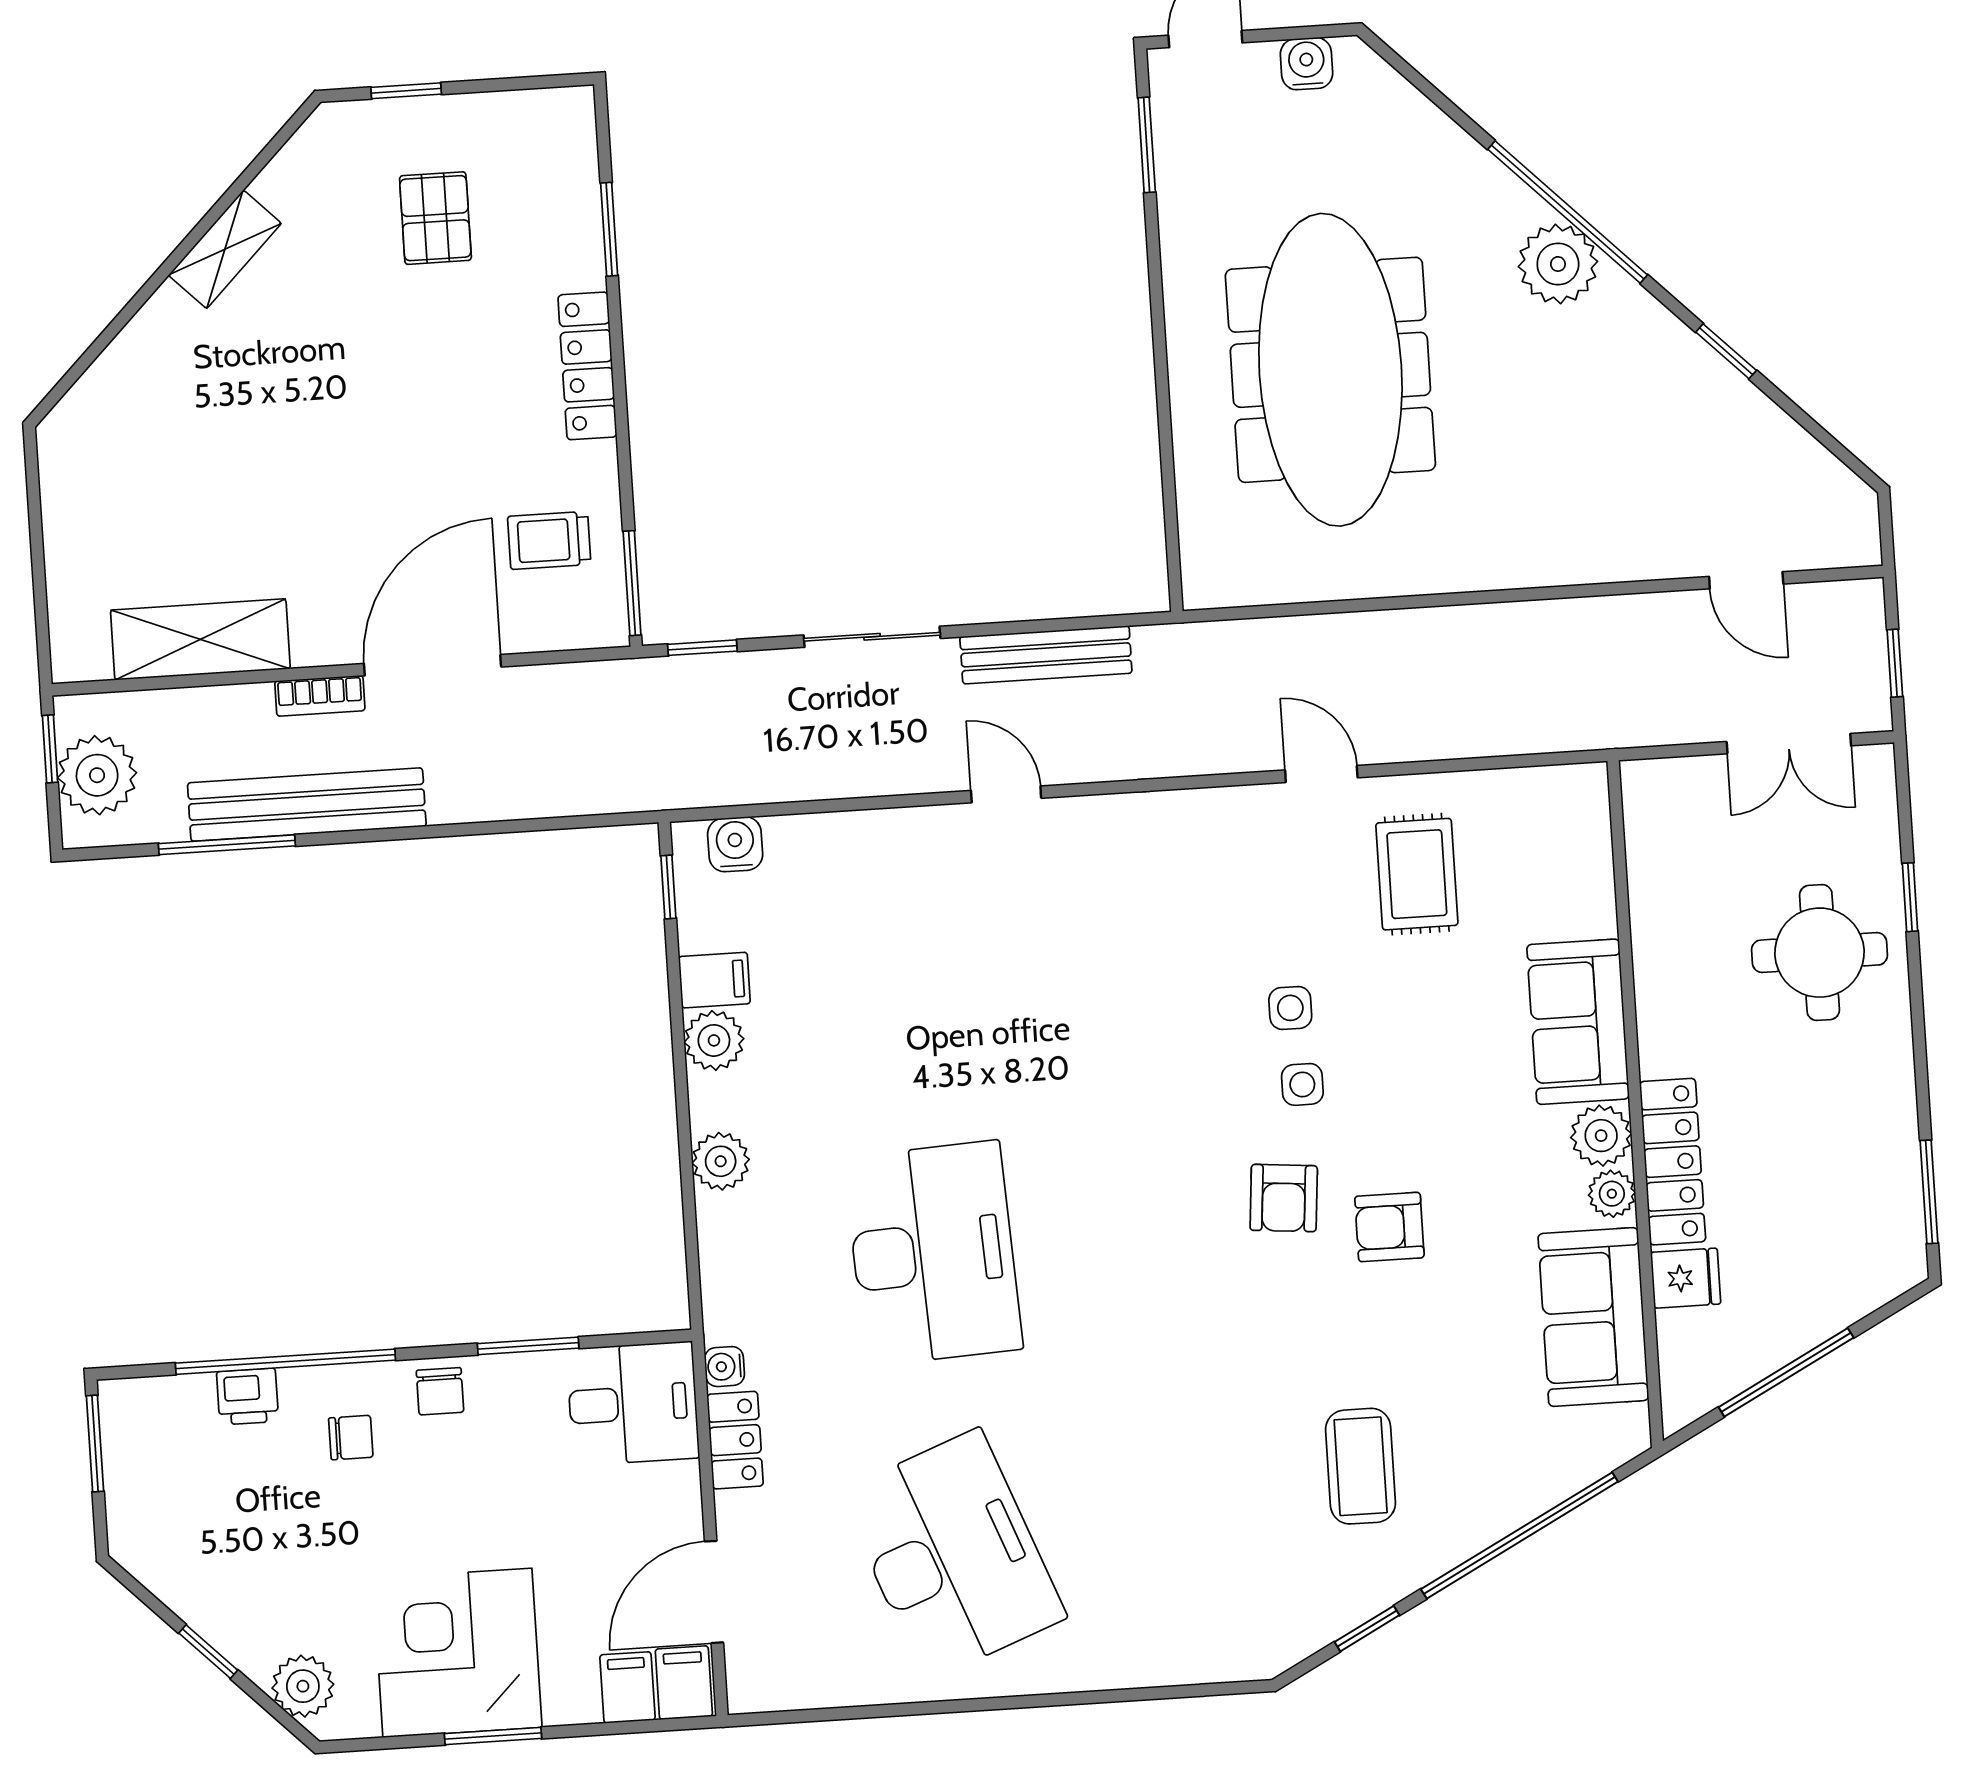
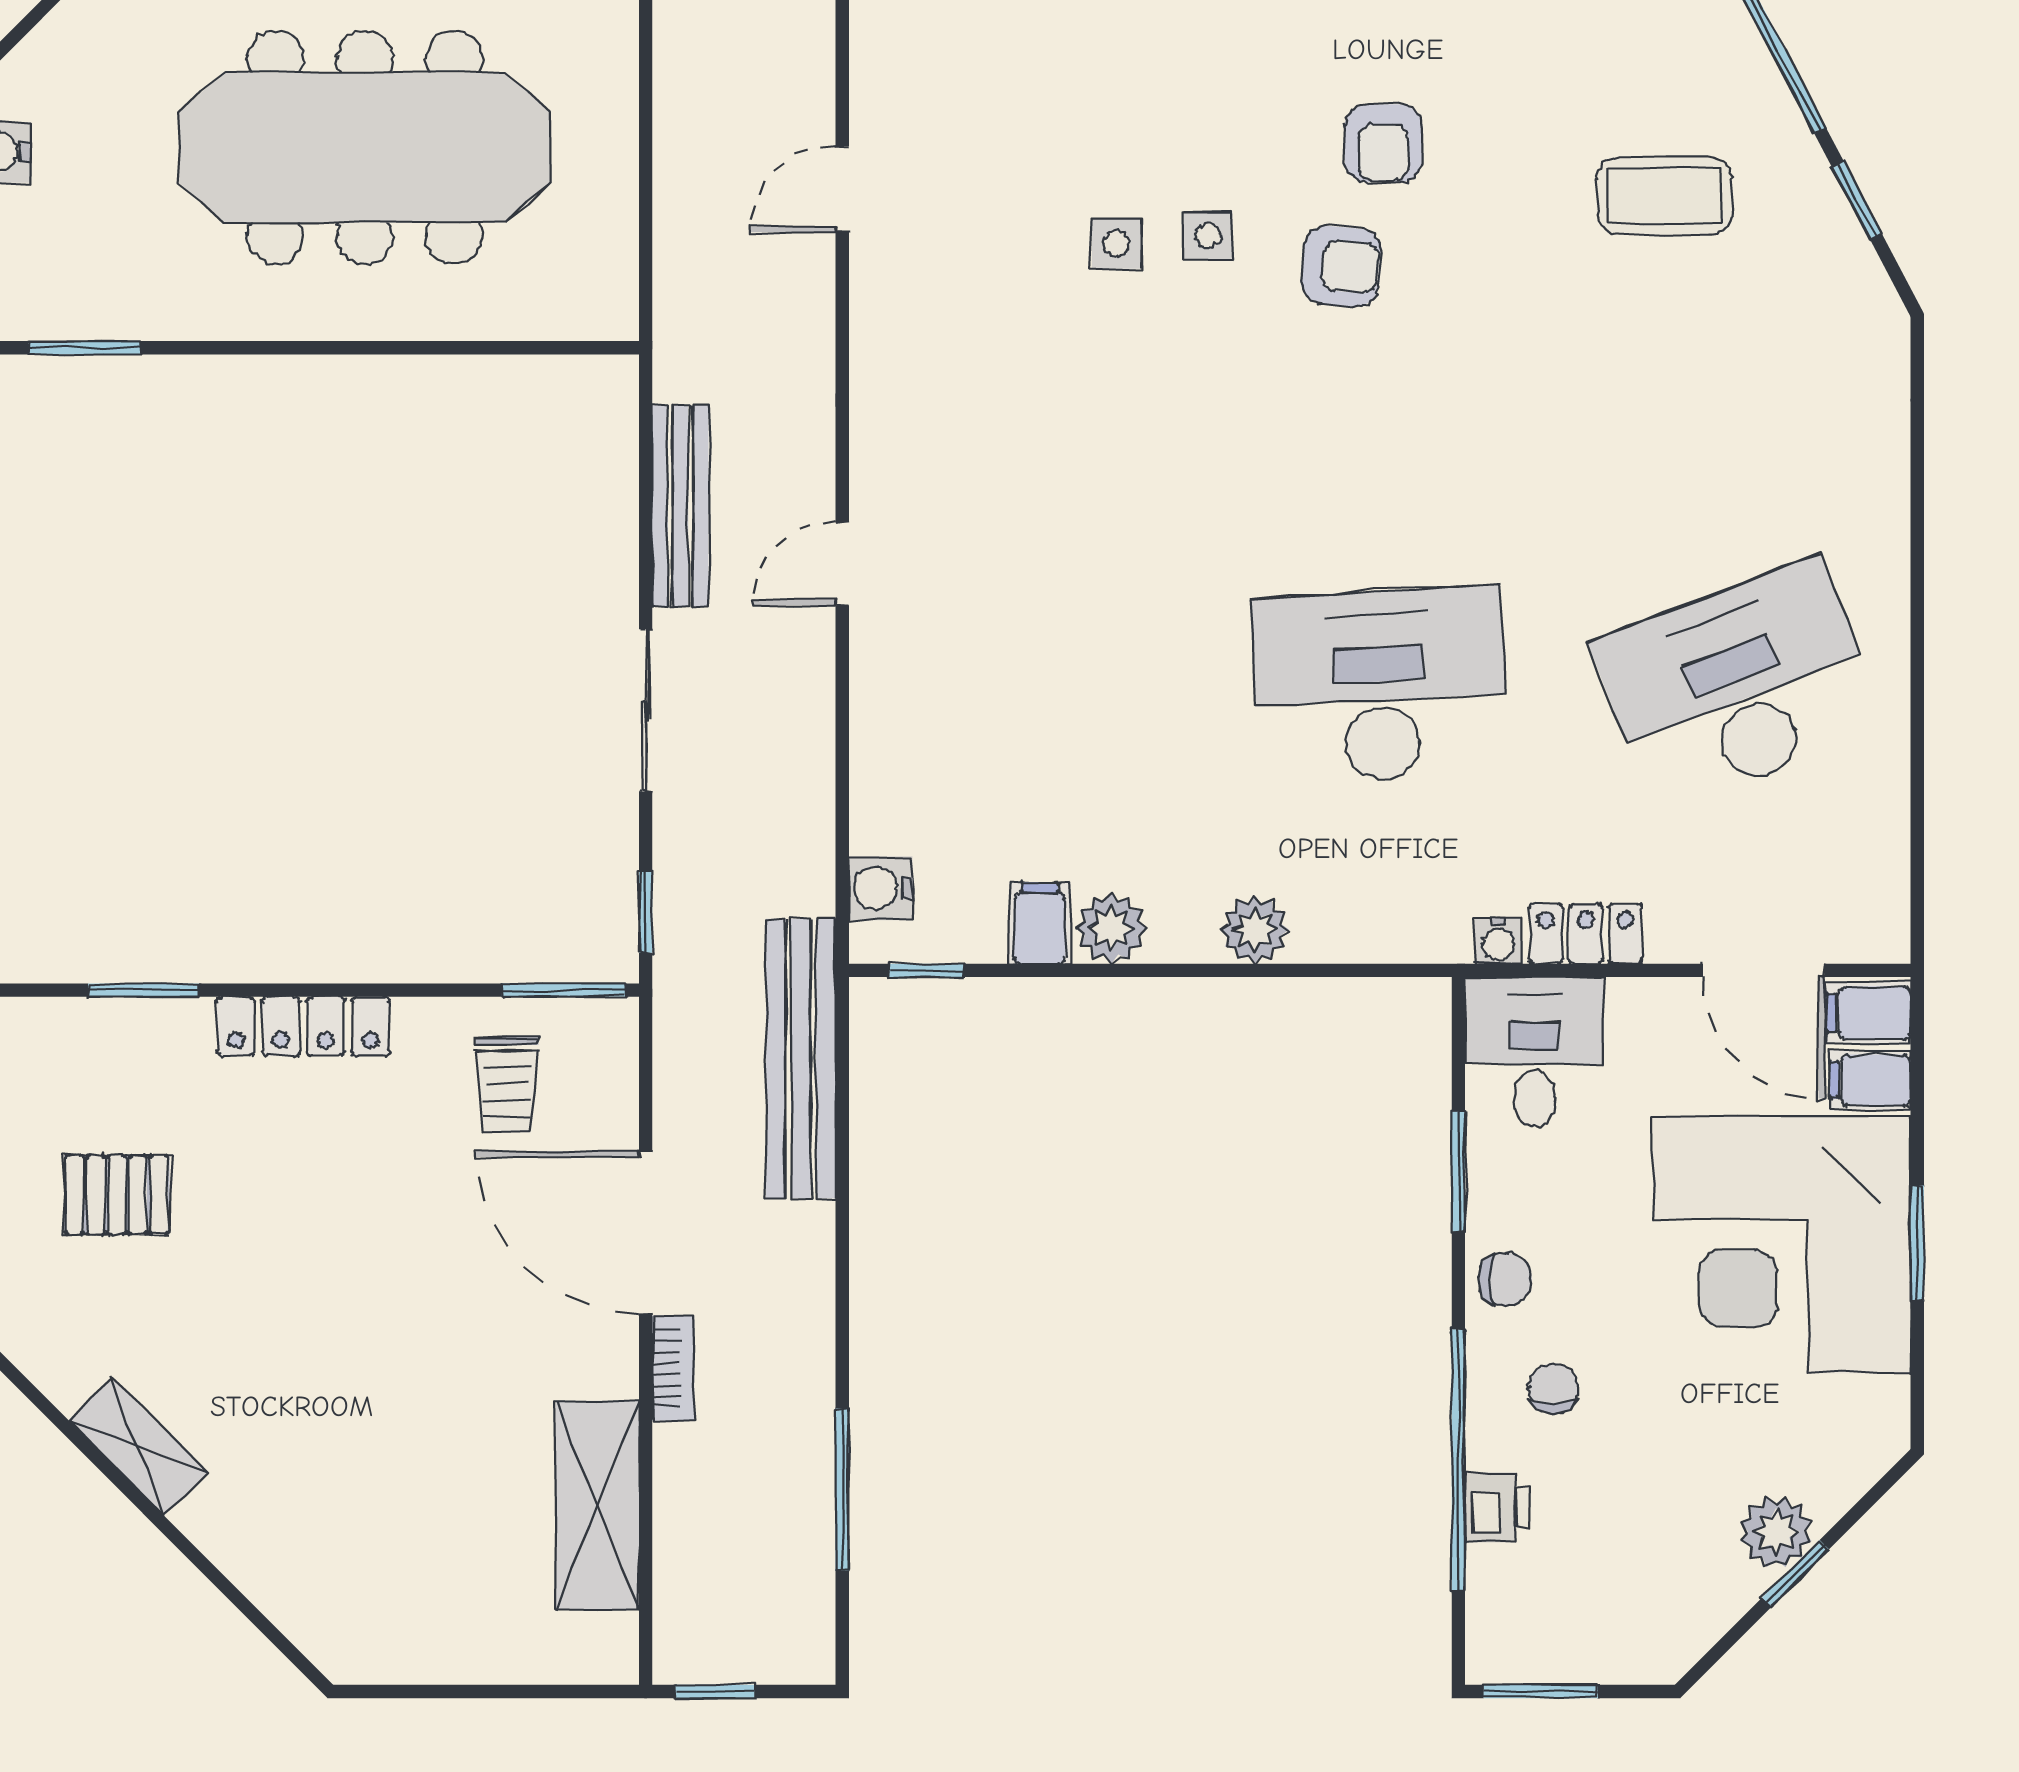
plant: (97, 775) -> (750, 1638), removed
bench: (307, 805) -> (801, 1059), moved
rug: (1417, 874) -> (968, 84), removed
corner desk: (457, 1653) -> (1782, 1245), width x1.36, depth x1.36
plant: (303, 1686) -> (1776, 1532), moved

